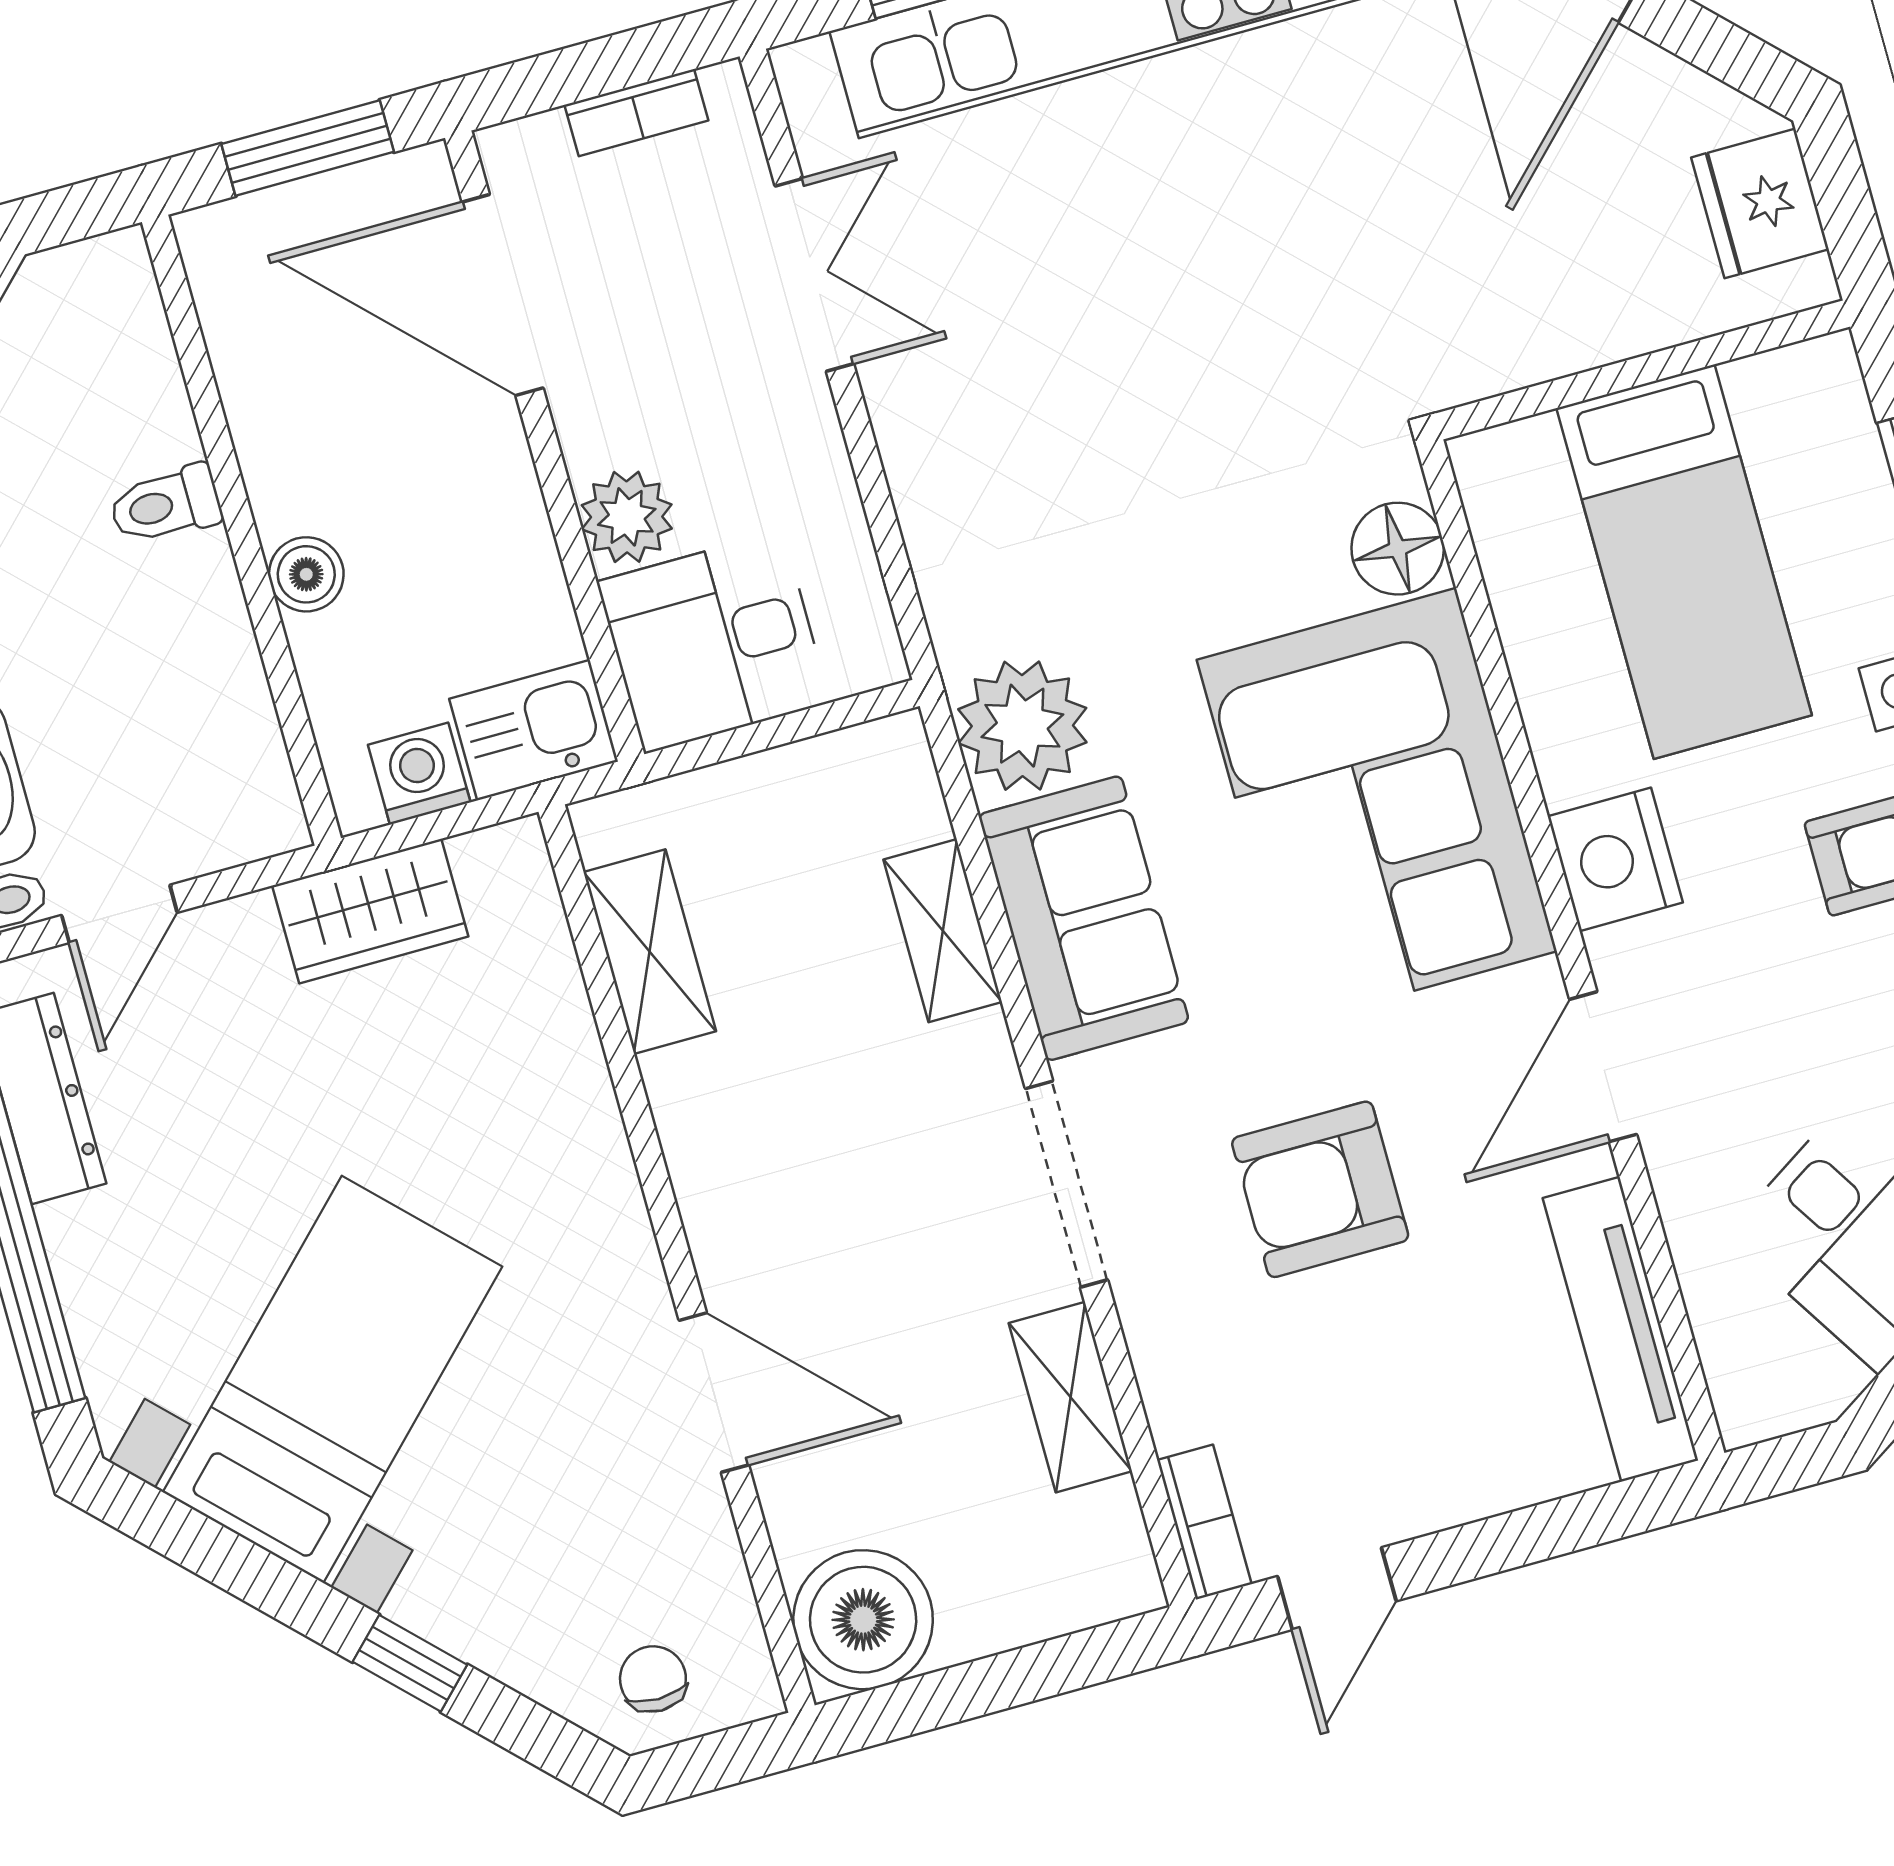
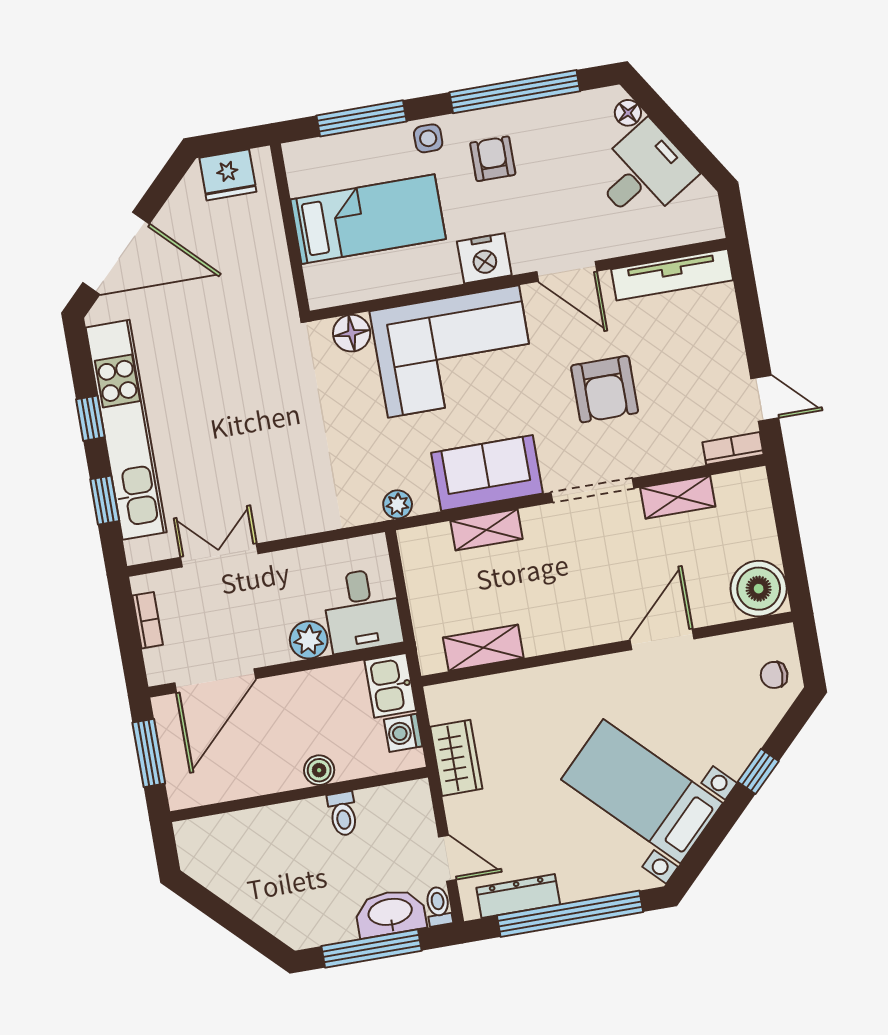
toilet: (165, 505) -> (343, 814), moved
plant: (1022, 726) -> (398, 504), width x0.53, depth x0.53

